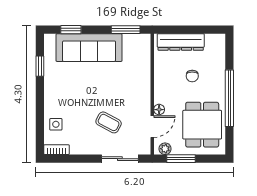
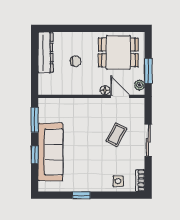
window: (71, 30) -> (35, 155), moved
dresser: (181, 42) -> (46, 52), moved
window: (40, 66) -> (81, 195), moved
window: (229, 98) -> (95, 28), removed
sliding door: (120, 159) -> (148, 140), moved

